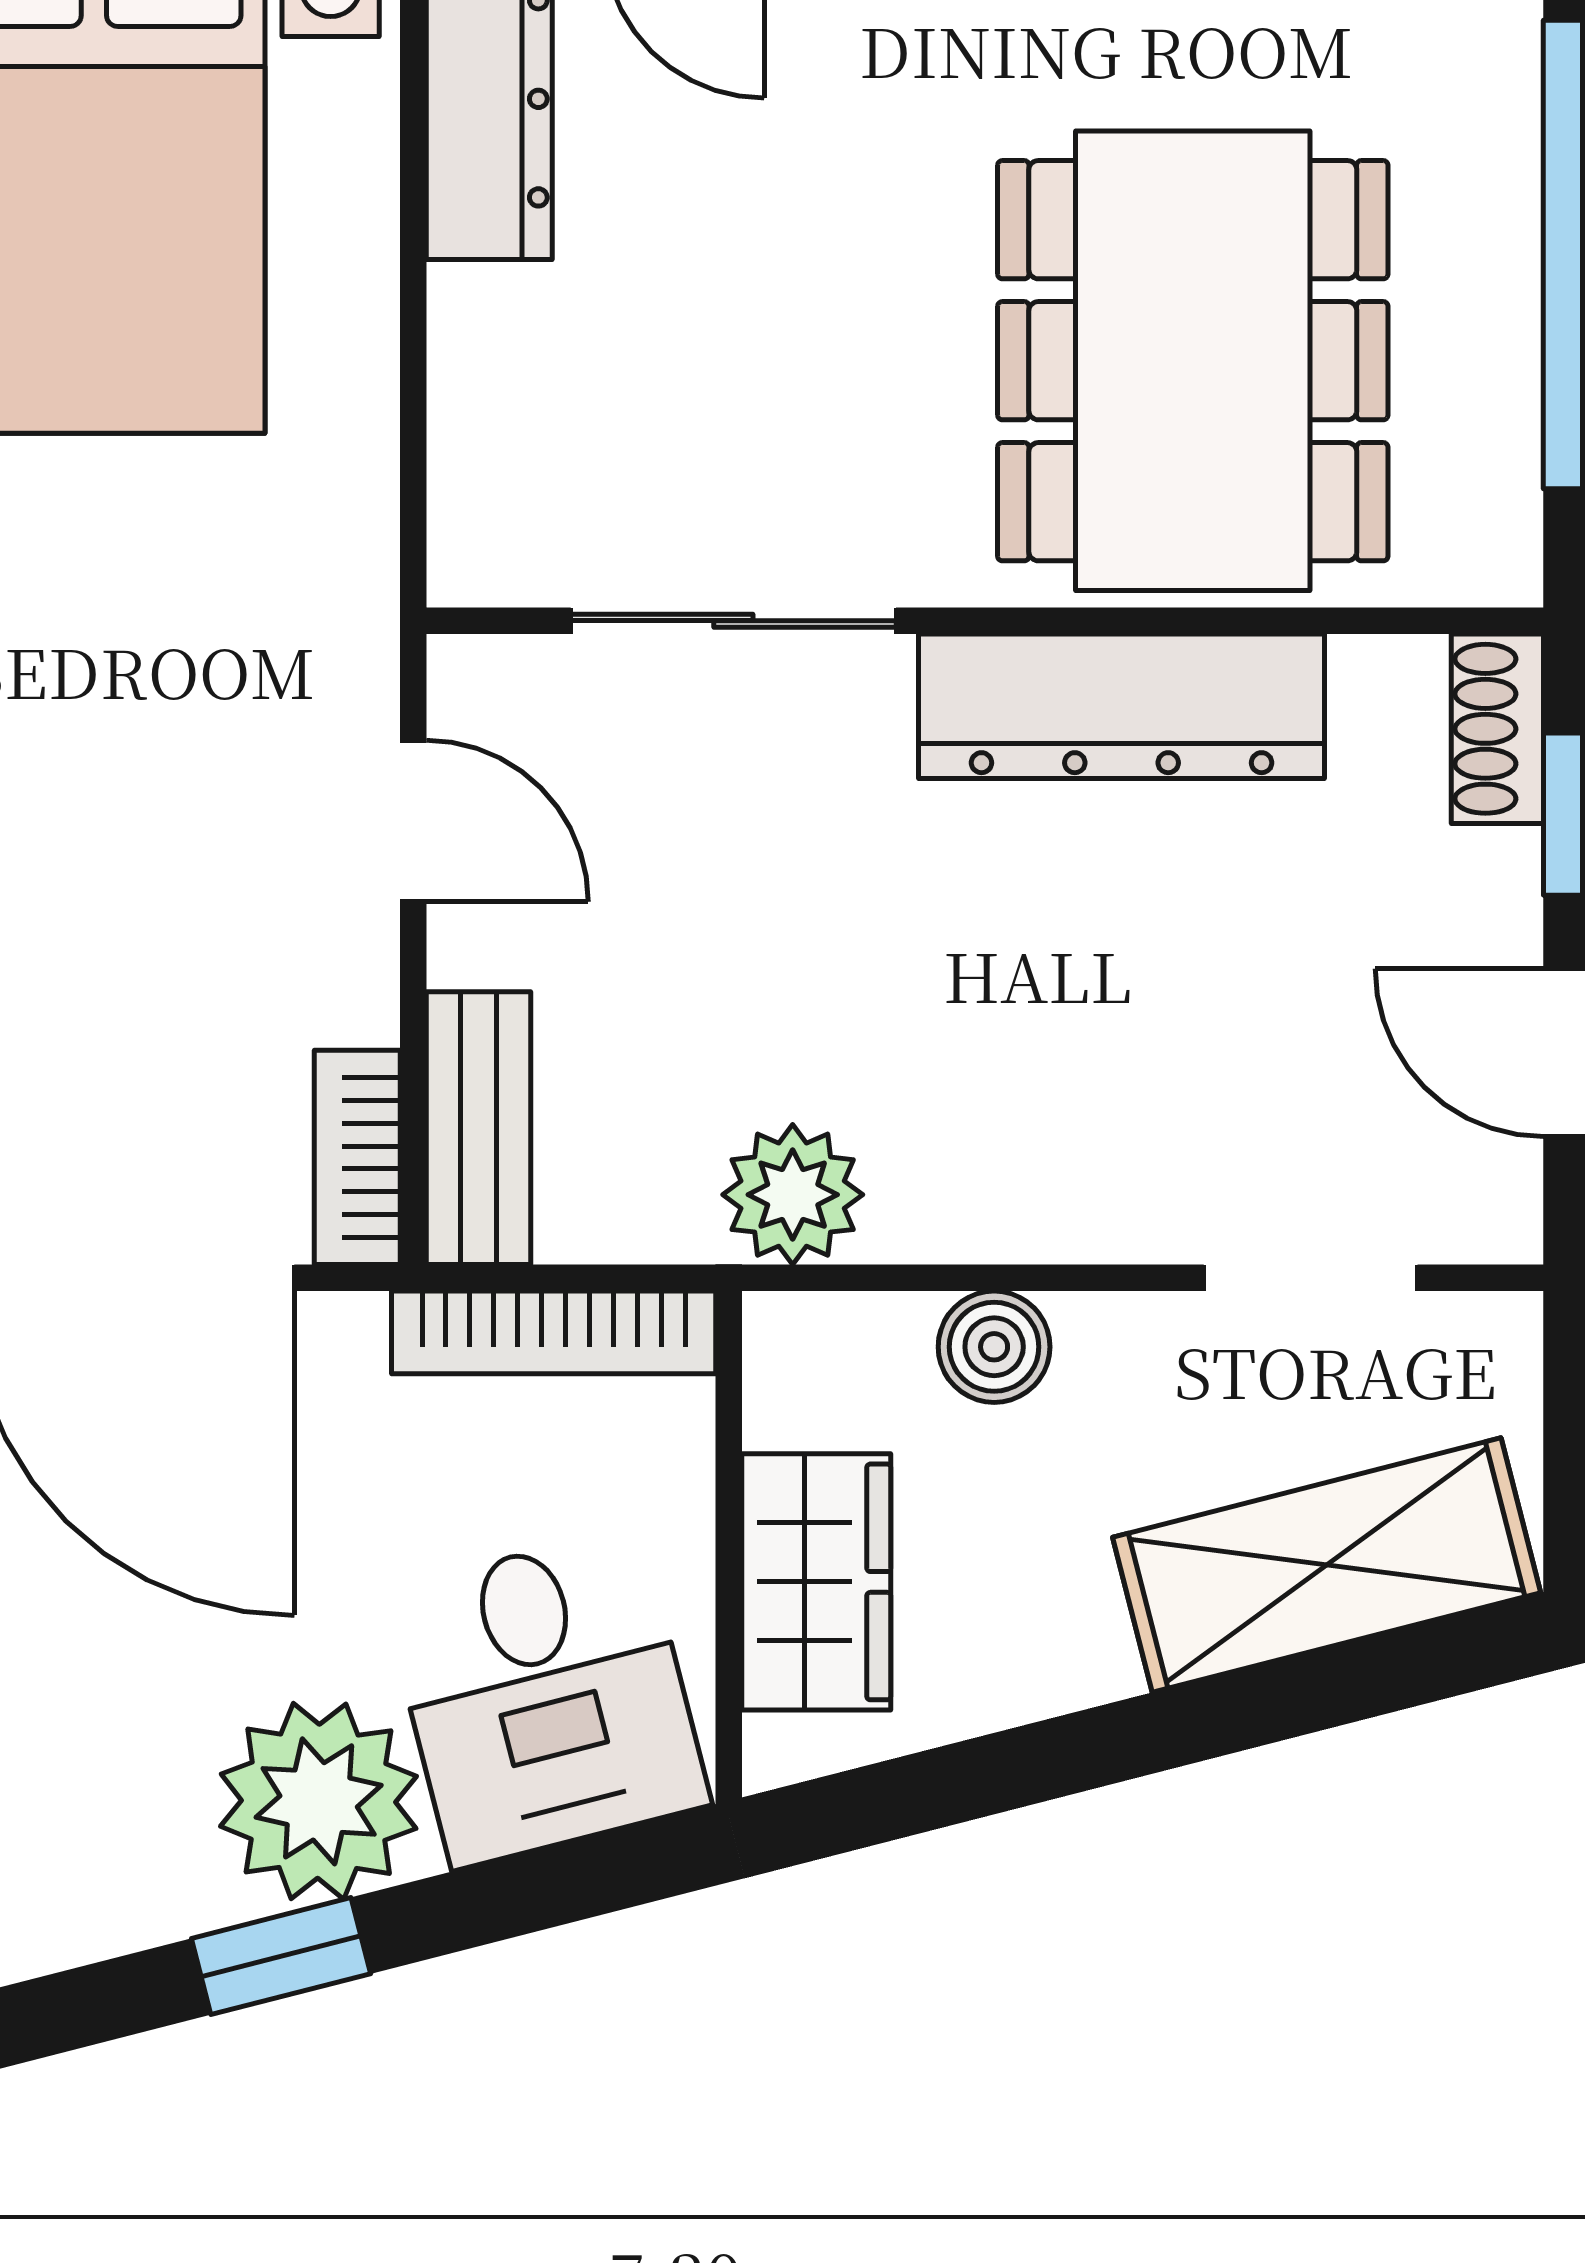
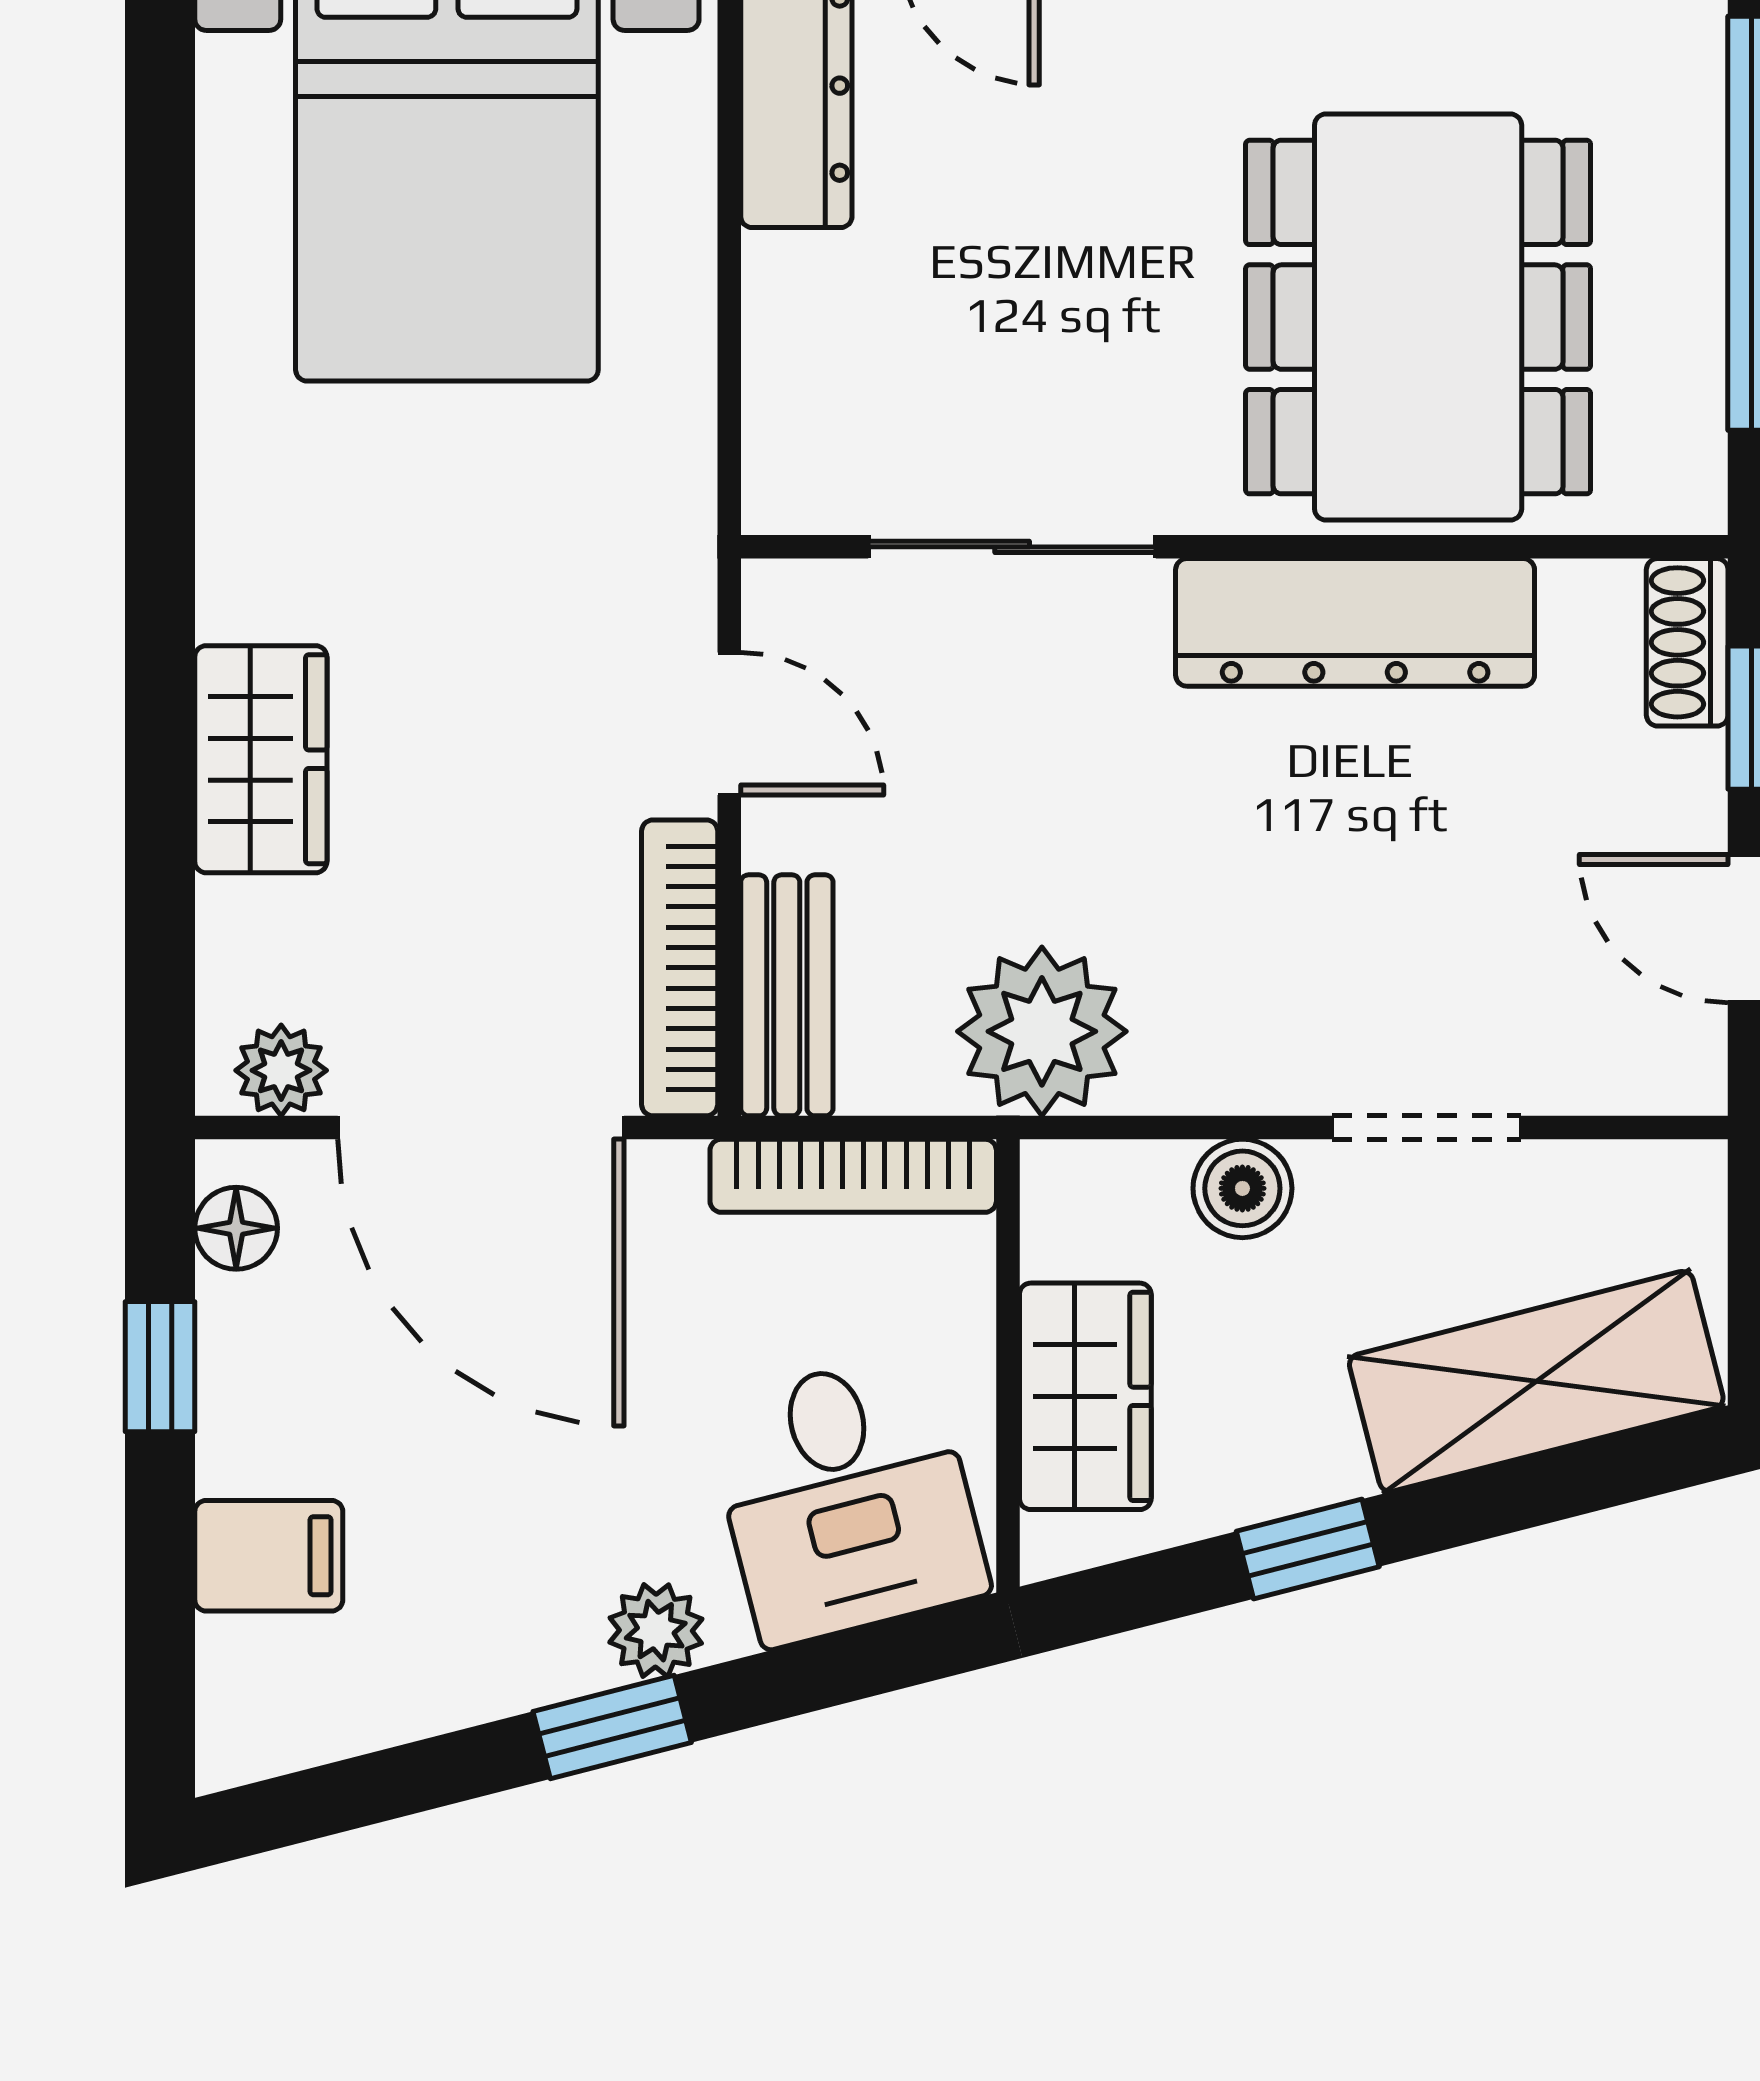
bookcase: (357, 1157) -> (680, 968), width x1.56
plant: (793, 1195) -> (1042, 1031), width x1.36, depth x1.36
doorway: (1311, 1278) -> (1427, 1128), moved
window: (1068, 1755) -> (1308, 1549), added
plant: (319, 1801) -> (656, 1631), width x0.53, depth x0.53

